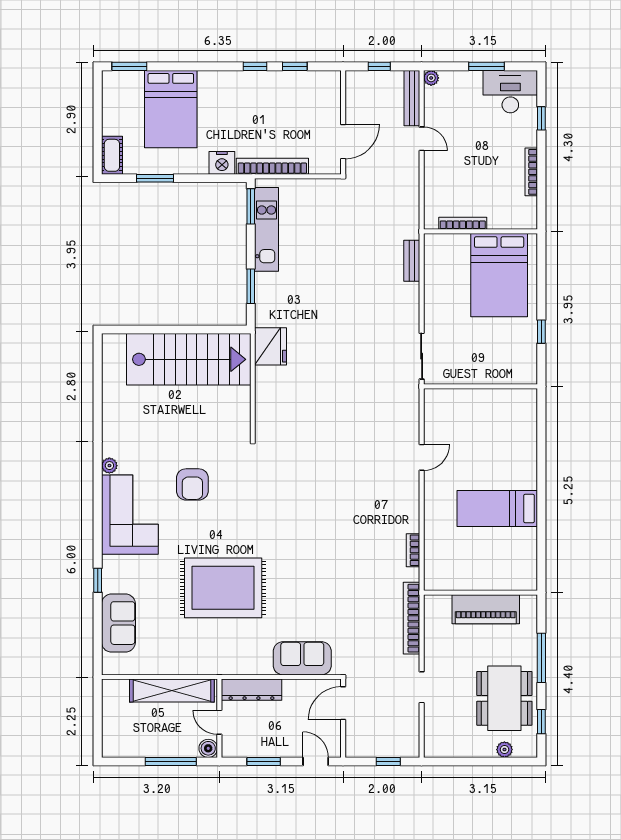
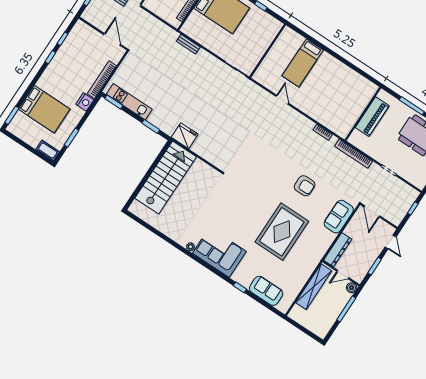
armchair: (192, 484) -> (305, 186), moved
bed: (497, 508) -> (303, 63), moved
door: (316, 761) -> (391, 242), swing flipped

